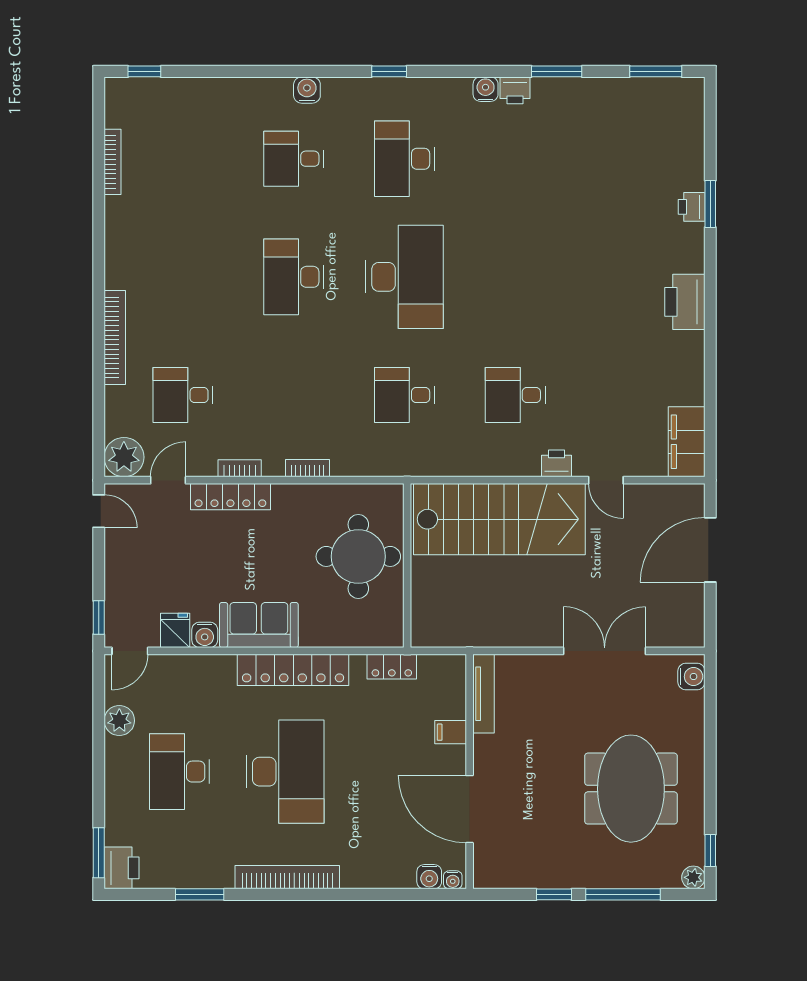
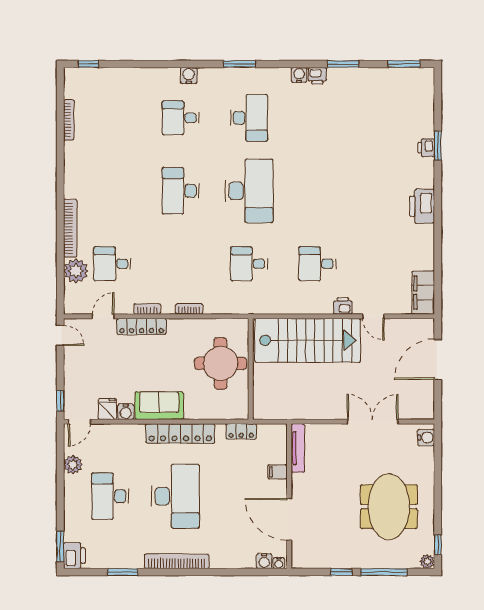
window: (389, 71) -> (240, 64), width x1.50
desk: (404, 159) -> (249, 118), turned 180
plant: (124, 457) -> (76, 271), moved

